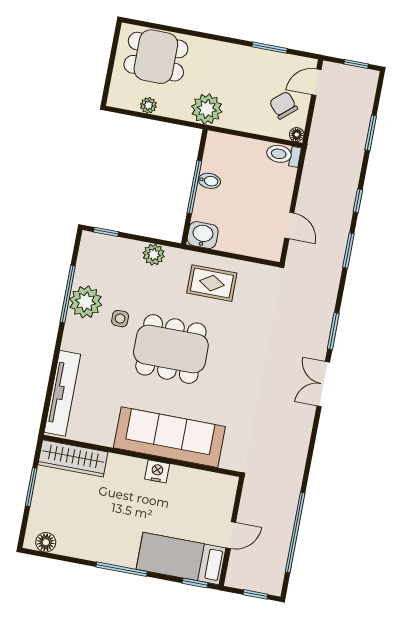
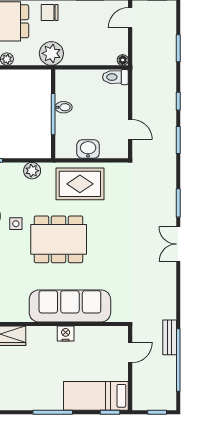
chair: (283, 105) -> (50, 13), moved, turned -49
washbasin: (203, 235) -> (88, 149), moved
rug: (212, 283) -> (80, 184), width x1.36, depth x1.43
bench: (290, 501) -> (170, 337), added
door: (231, 535) -> (130, 352), moved

